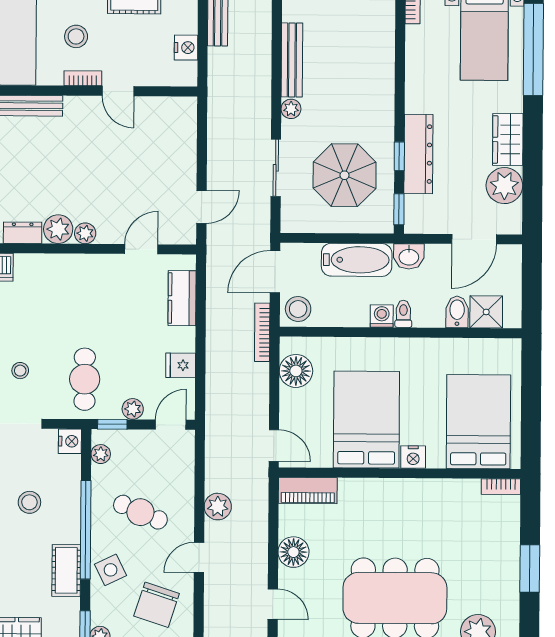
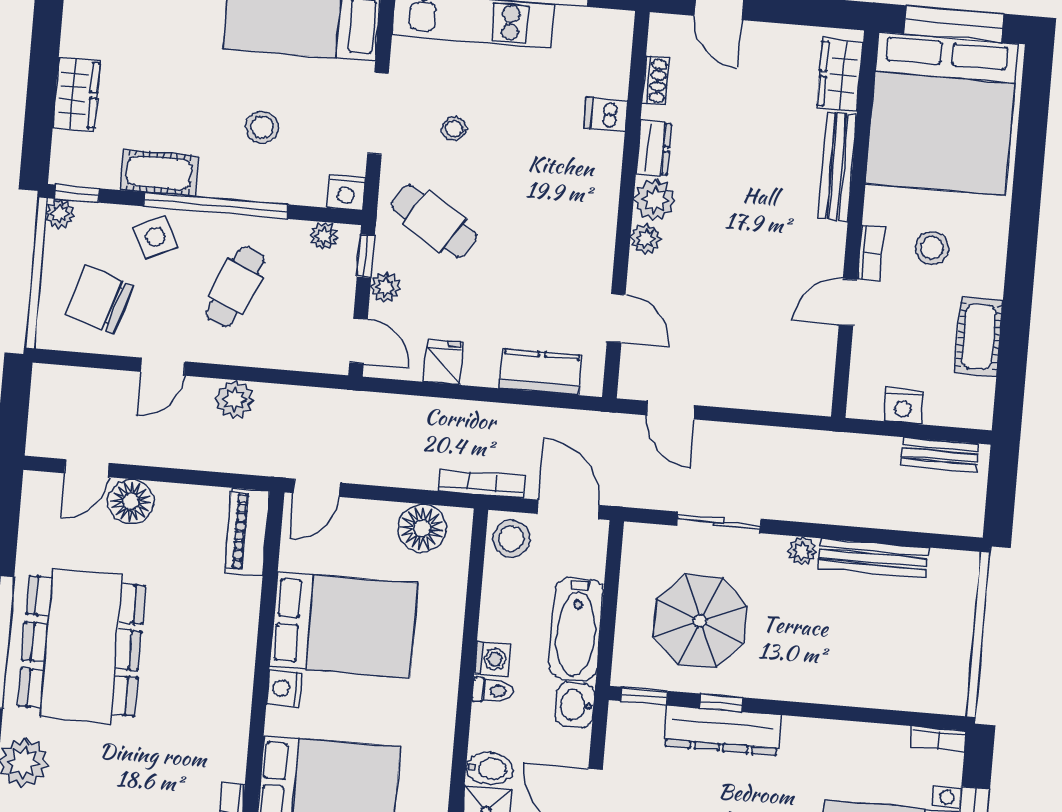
cafe table: (85, 379) -> (434, 221), turned 32
floor lamp: (293, 552) -> (131, 502), moved
door: (199, 557) -> (163, 367), swing flipped

